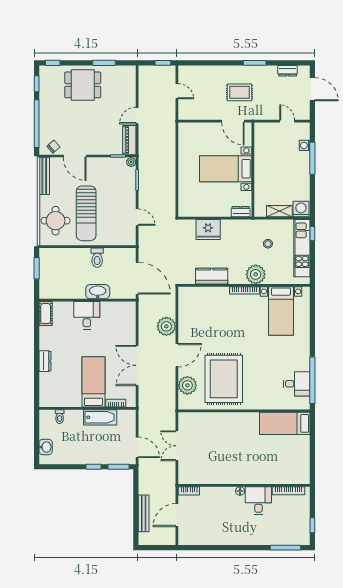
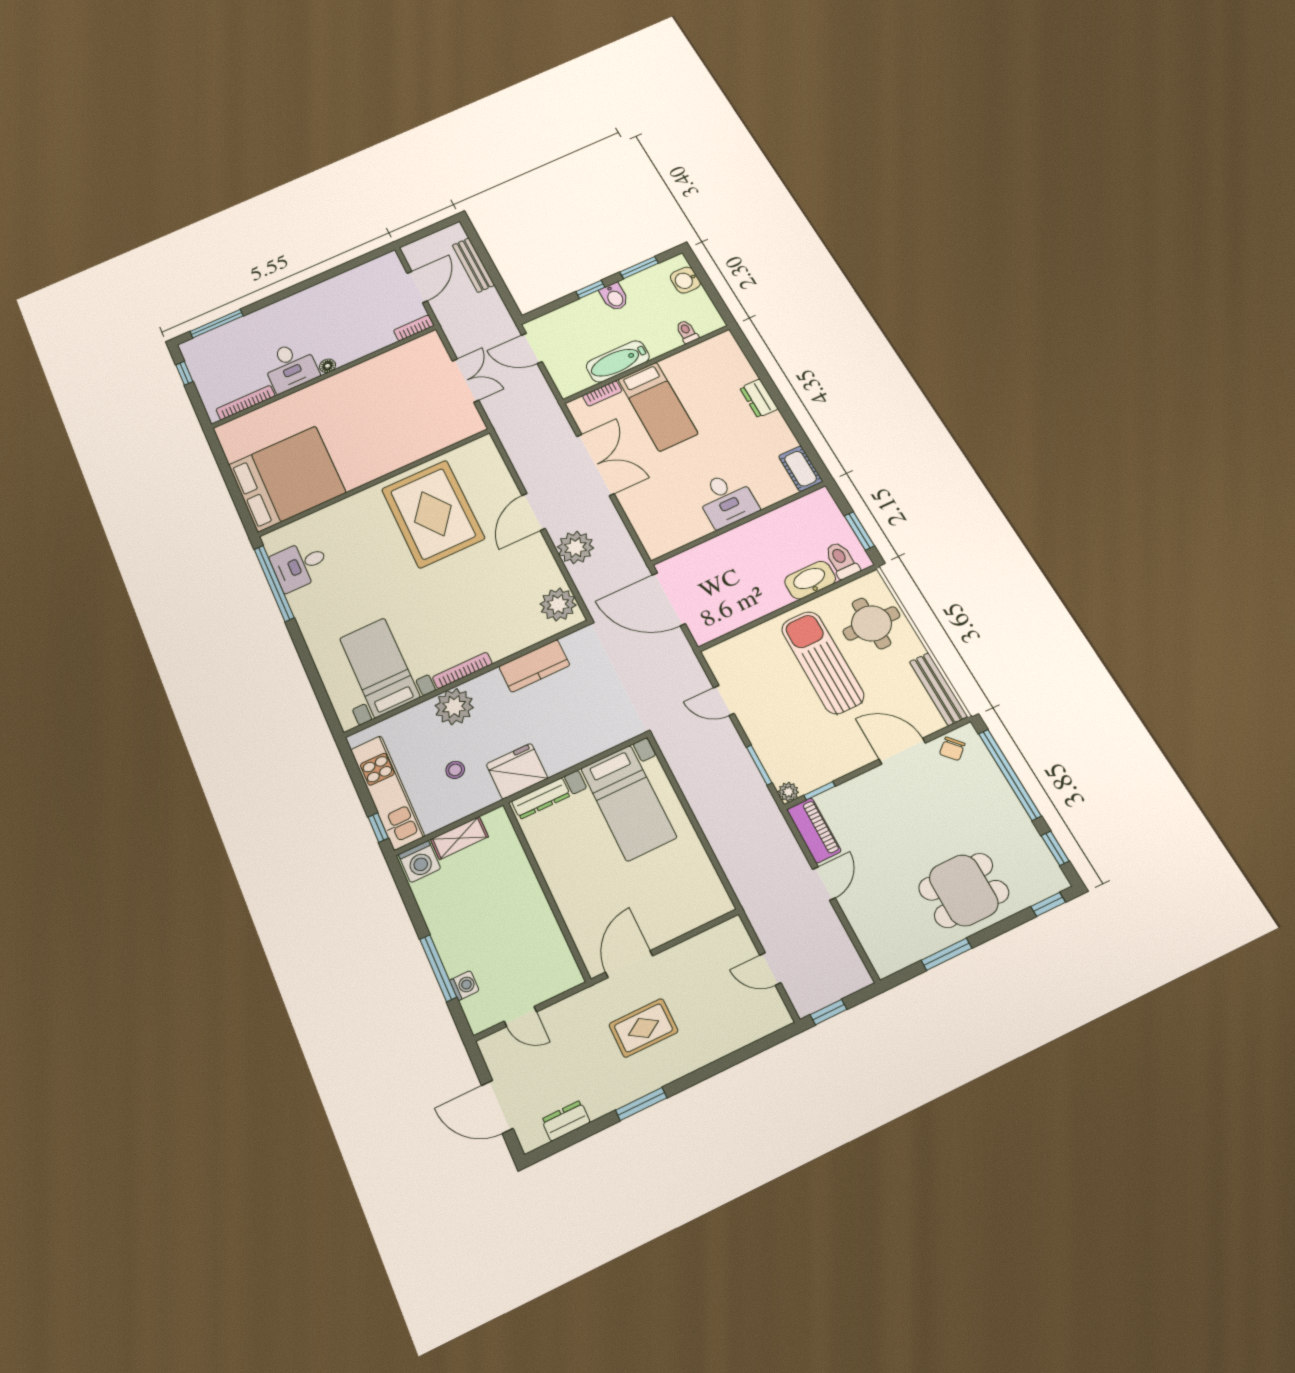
door: (233, 121) -> (629, 964), hinge flipped
bed with nightstands: (226, 169) -> (628, 803), moved, turned 90
dresser: (241, 212) -> (541, 798), width x1.44
fridge: (208, 230) -> (517, 771), moved
toilet: (97, 258) -> (842, 560), moved
washbasin: (98, 292) -> (810, 580), moved, turned 180
plant: (187, 385) -> (558, 605), moved
bed: (285, 423) -> (287, 479), width x2.04
bidet: (84, 456) -> (614, 297), added
window: (118, 467) -> (639, 268), moved

